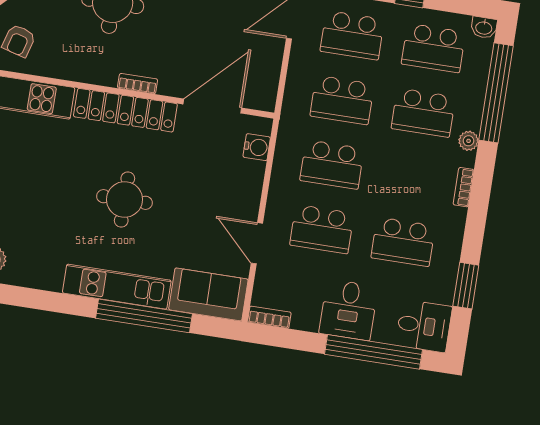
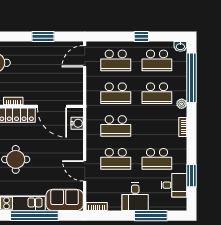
door: (212, 106) -> (52, 106), swing flipped
desk: (424, 326) -> (174, 185), moved
window: (374, 352) -> (151, 216), width x0.68

